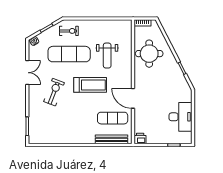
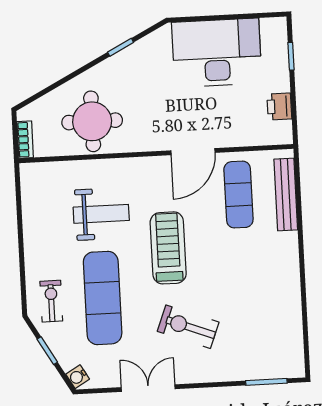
desk: (181, 117) -> (217, 53), width x1.36, depth x1.30
printer: (140, 139) -> (279, 106), moved

